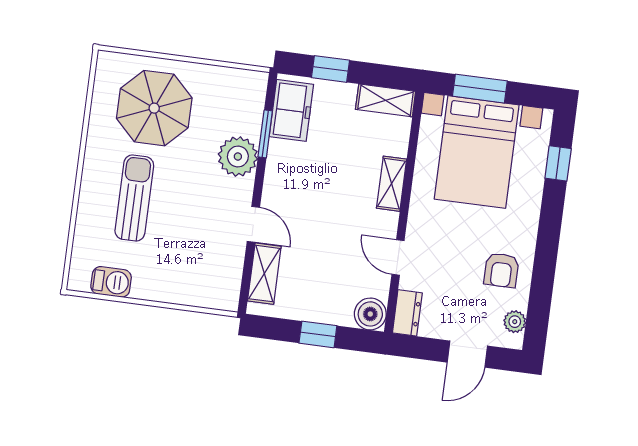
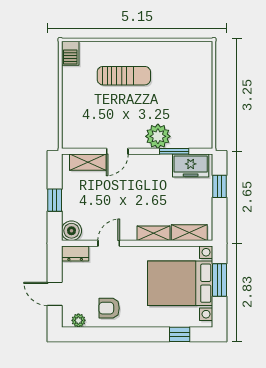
shelving: (386, 100) -> (189, 233), moved, turned 90
parasol: (154, 108) -> (181, 81), removed
barbecue: (111, 282) -> (70, 53), moved

